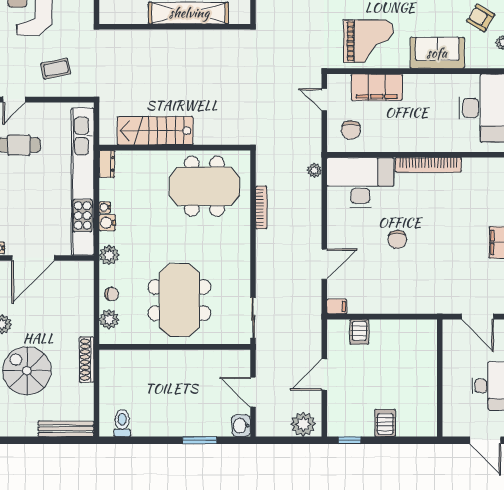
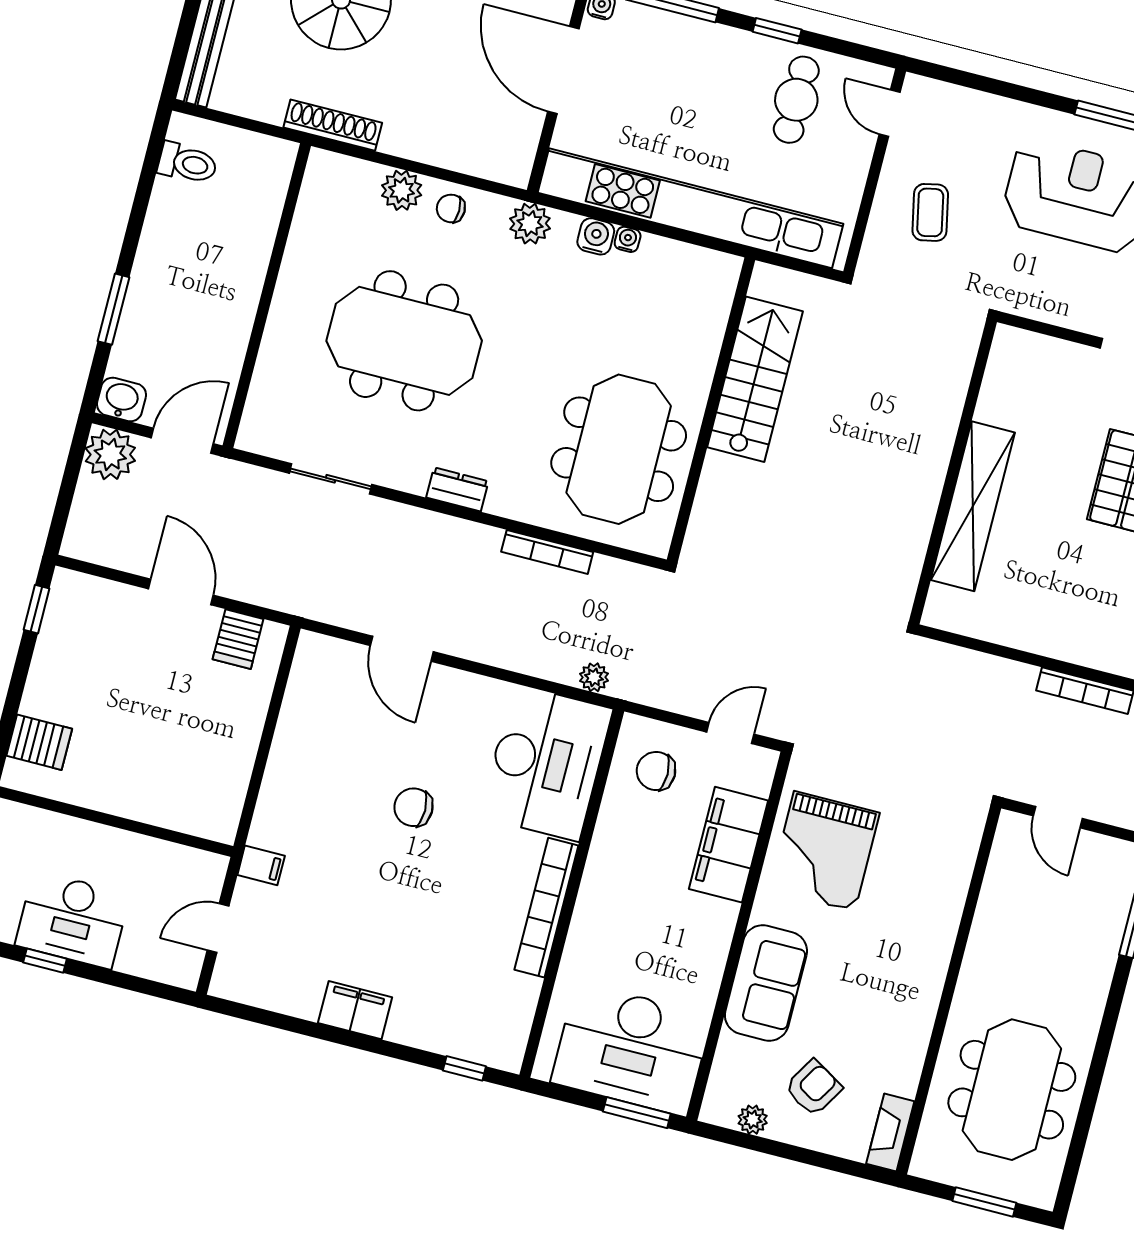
dresser: (107, 164) -> (457, 489), moved, turned 180
chair: (112, 294) -> (451, 208), turned 90
filing cabinet: (337, 306) -> (261, 865), moved, turned -90
door: (477, 317) -> (218, 928), width x0.73
server rack: (359, 332) -> (238, 639), moved, turned -90
wall: (175, 347) -> (267, 296), moved
server rack: (385, 423) -> (39, 742), moved
plant: (303, 424) -> (110, 454), moved

